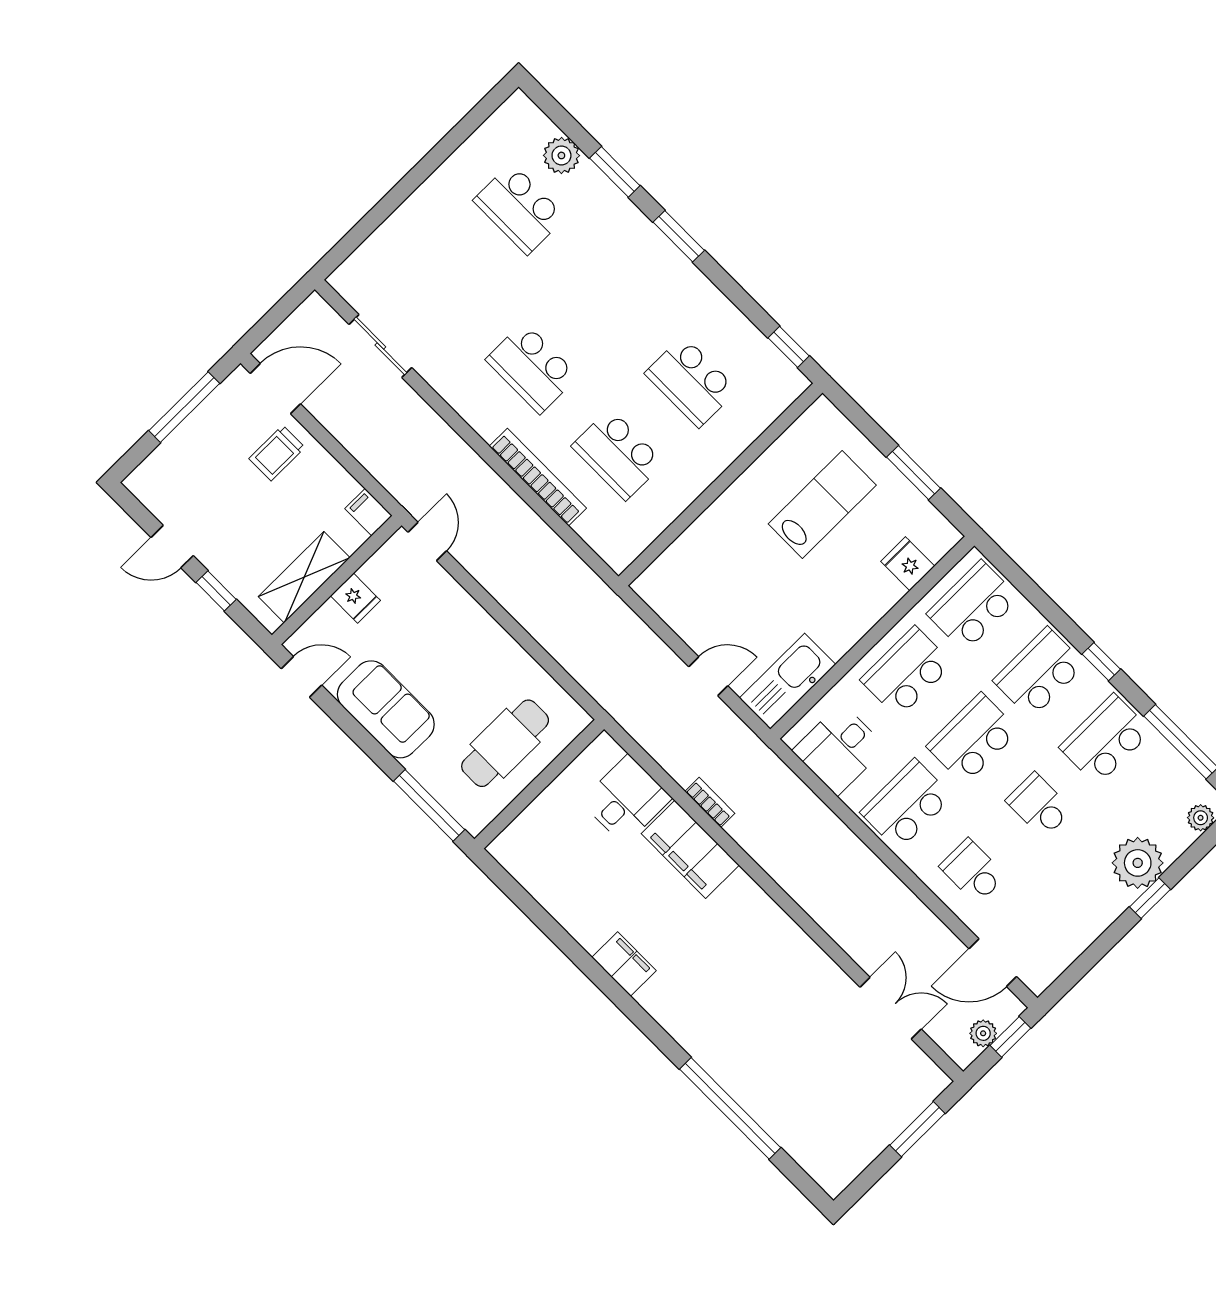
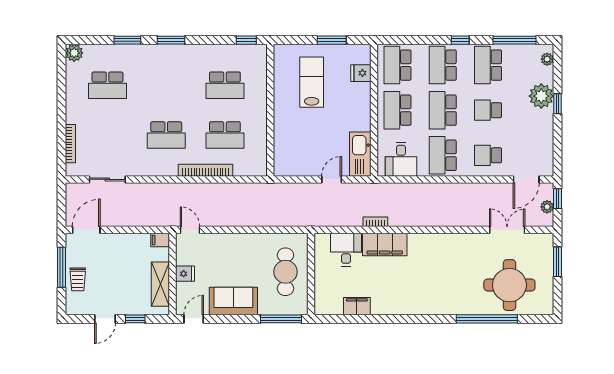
plant: (561, 155) -> (74, 53), moved
bookcase: (379, 239) -> (70, 144), added
trolley: (277, 453) -> (78, 279), moved
filing cabinet: (624, 964) -> (357, 306), moved
round table: (813, 1092) -> (509, 285), added

